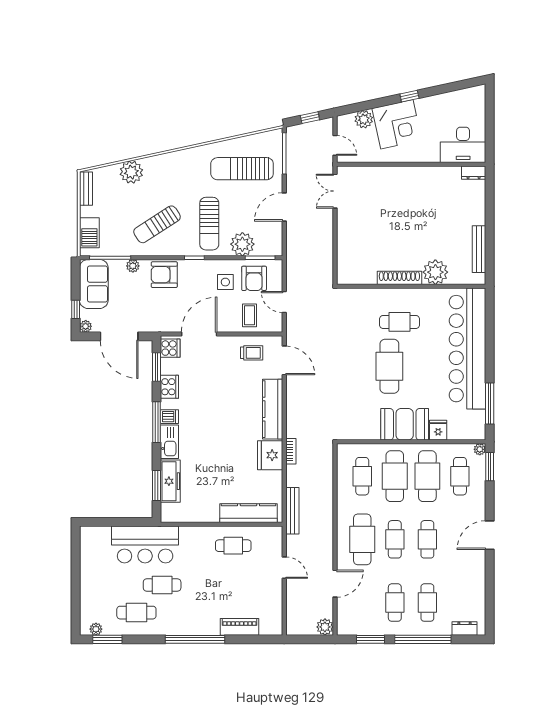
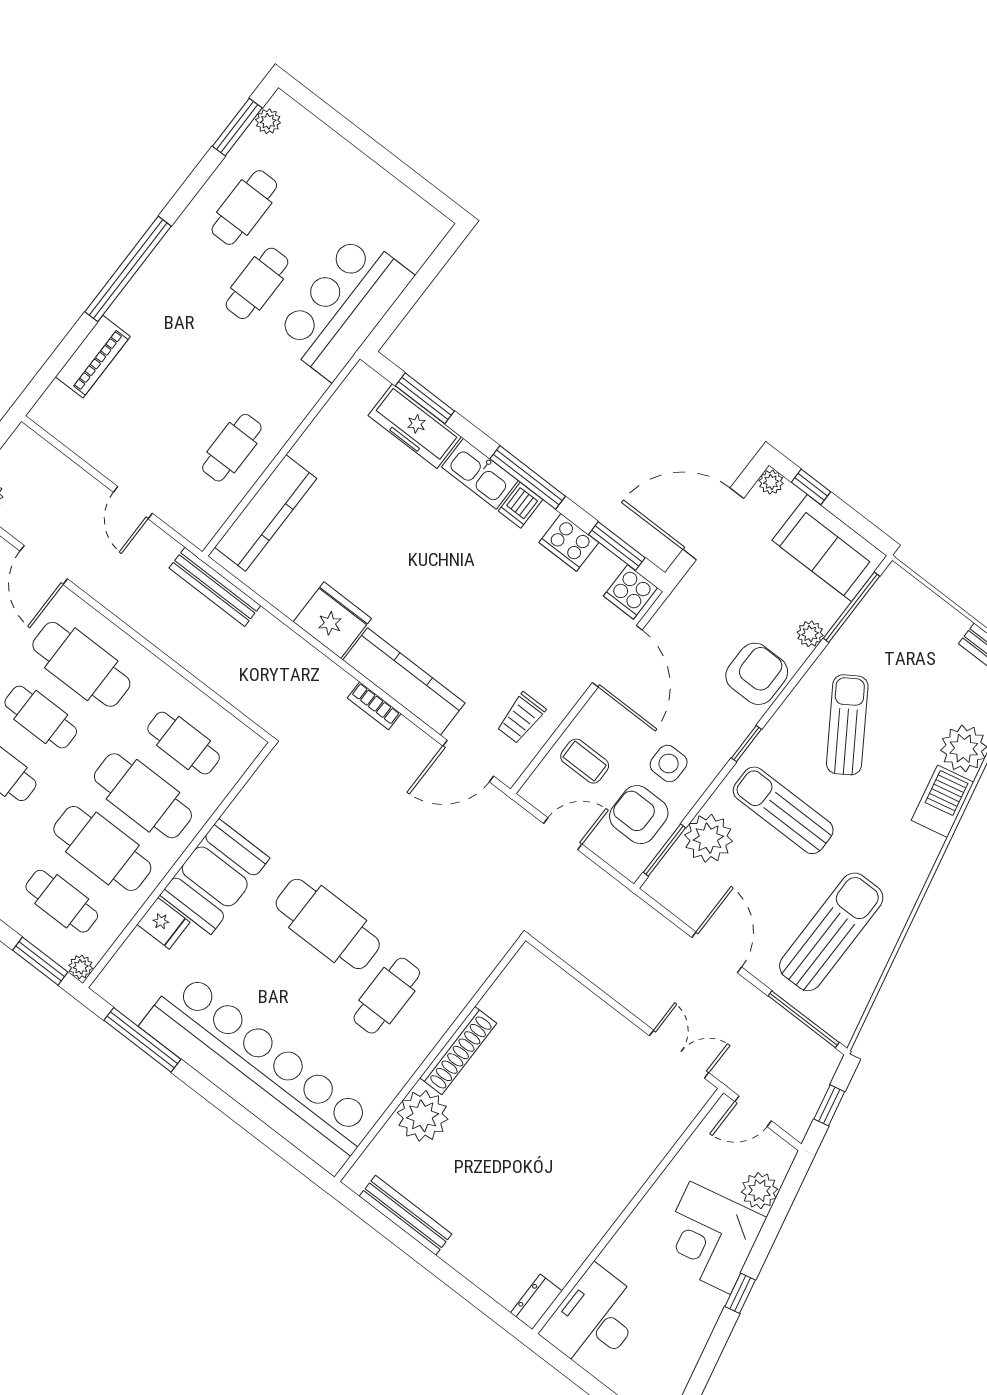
barbecue: (89, 233) -> (943, 801), moved, turned 78
bookcase: (291, 451) -> (374, 706), moved
door: (284, 568) -> (133, 503), hinge flipped

